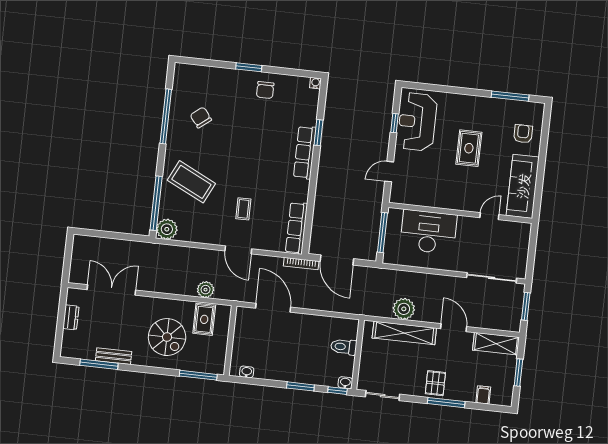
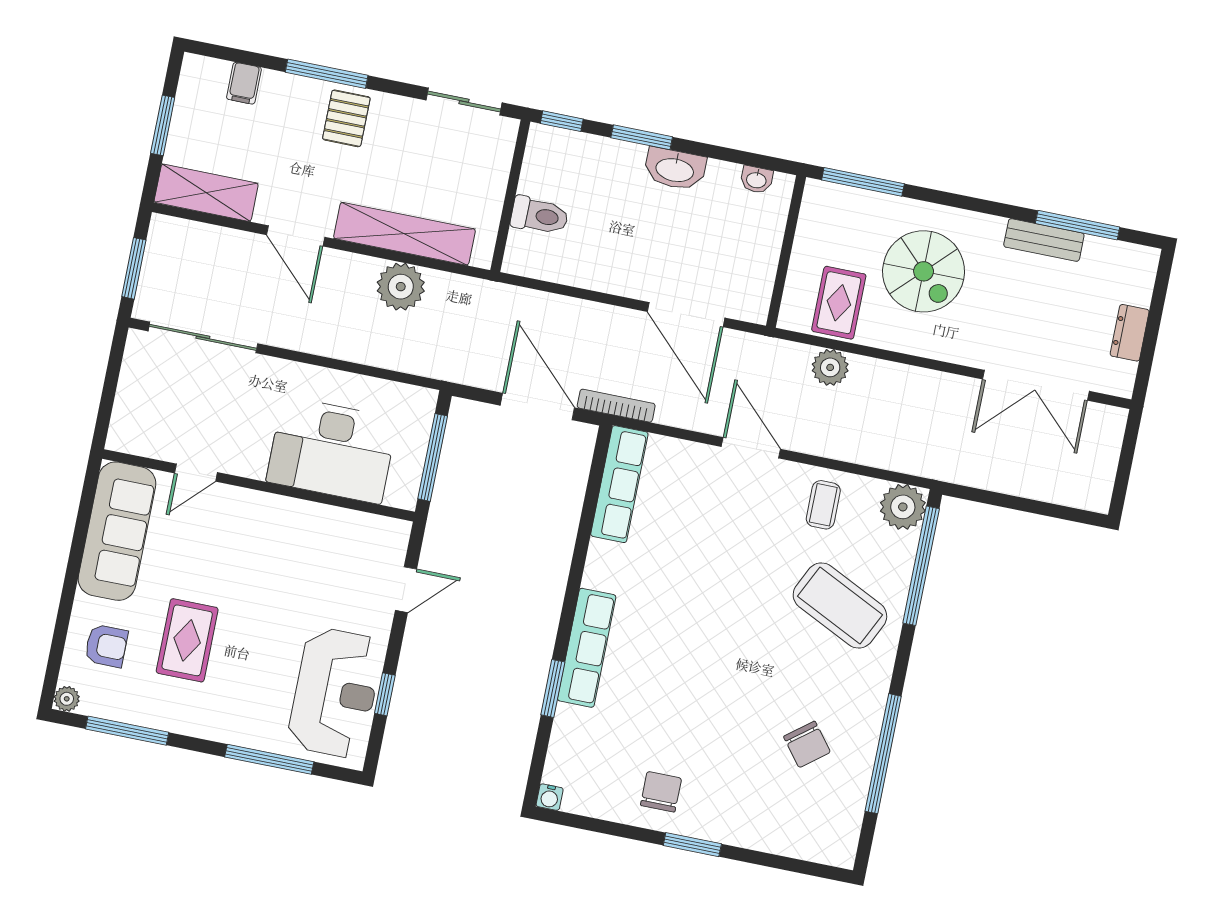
window: (444, 89) -> (269, 759), added
plant: (539, 108) -> (67, 699), added
armchair: (523, 134) -> (106, 646), turned -90
rug: (469, 148) -> (187, 640), moved
coffee table: (243, 209) -> (823, 505), moved
spiral stairs: (167, 337) -> (924, 271), turned 180
washbasin: (345, 383) -> (675, 169), moved, width x1.91, depth x1.45

